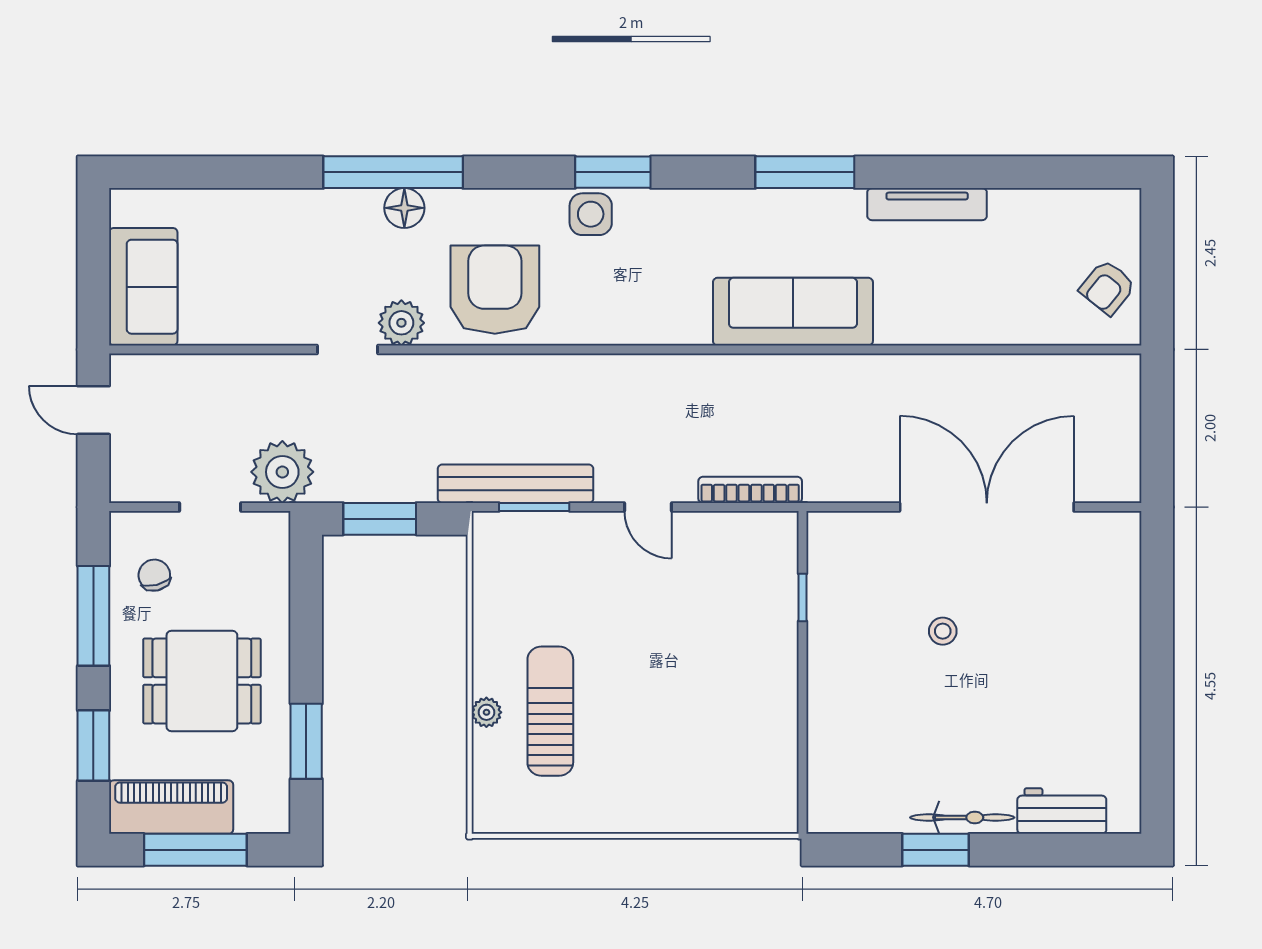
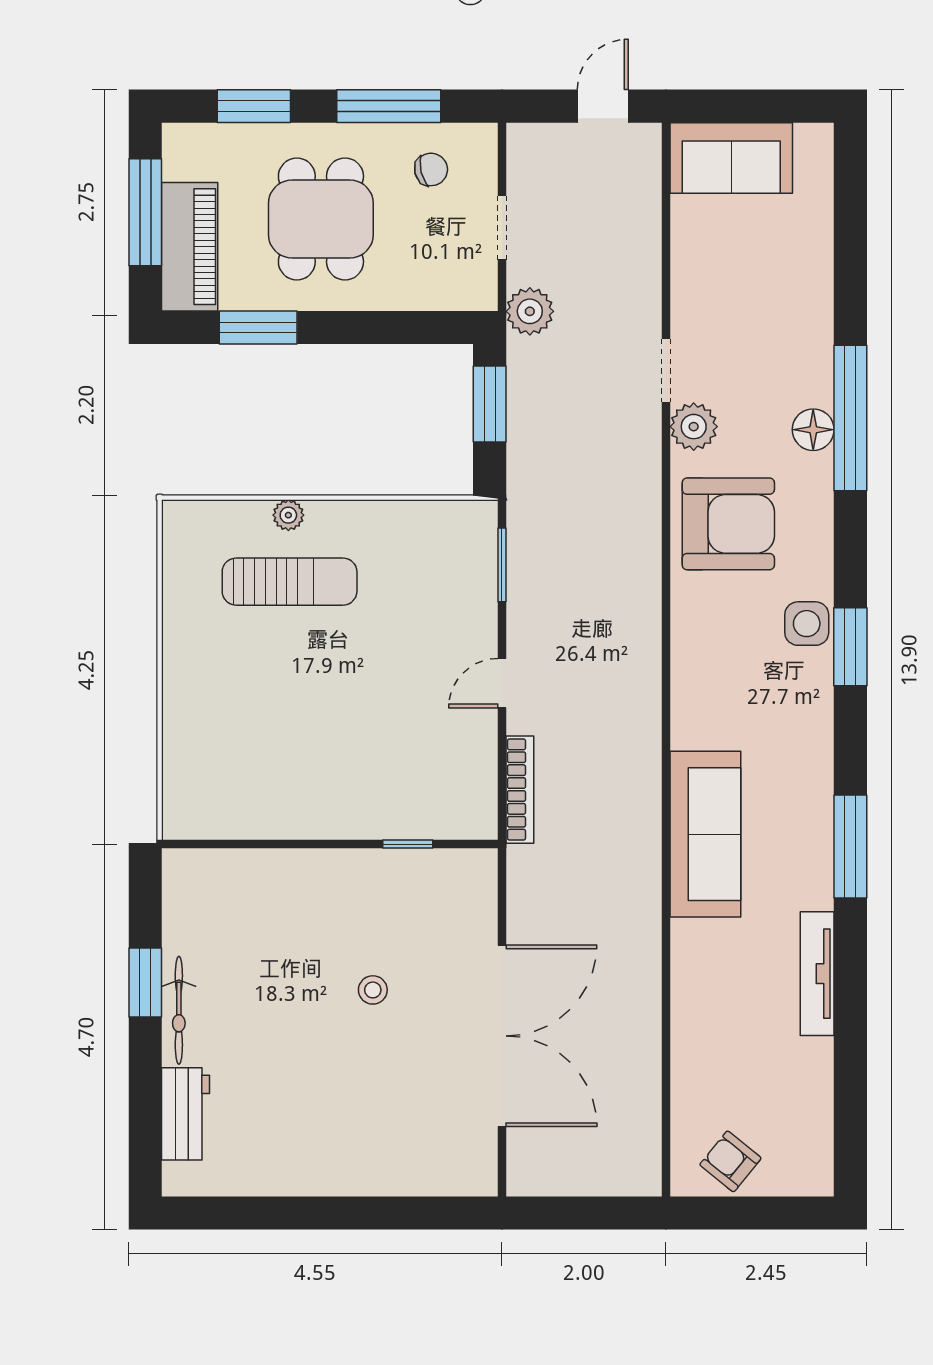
plant: (282, 472) -> (530, 311), width x0.73, depth x0.73
bench: (516, 484) -> (526, 545), removed
piano: (171, 807) -> (190, 247), moved

